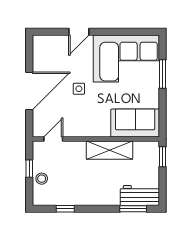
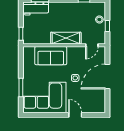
door: (79, 32) -> (75, 115), hinge flipped
sofa: (135, 123) -> (51, 56), moved
shelving: (110, 150) -> (66, 38), moved

